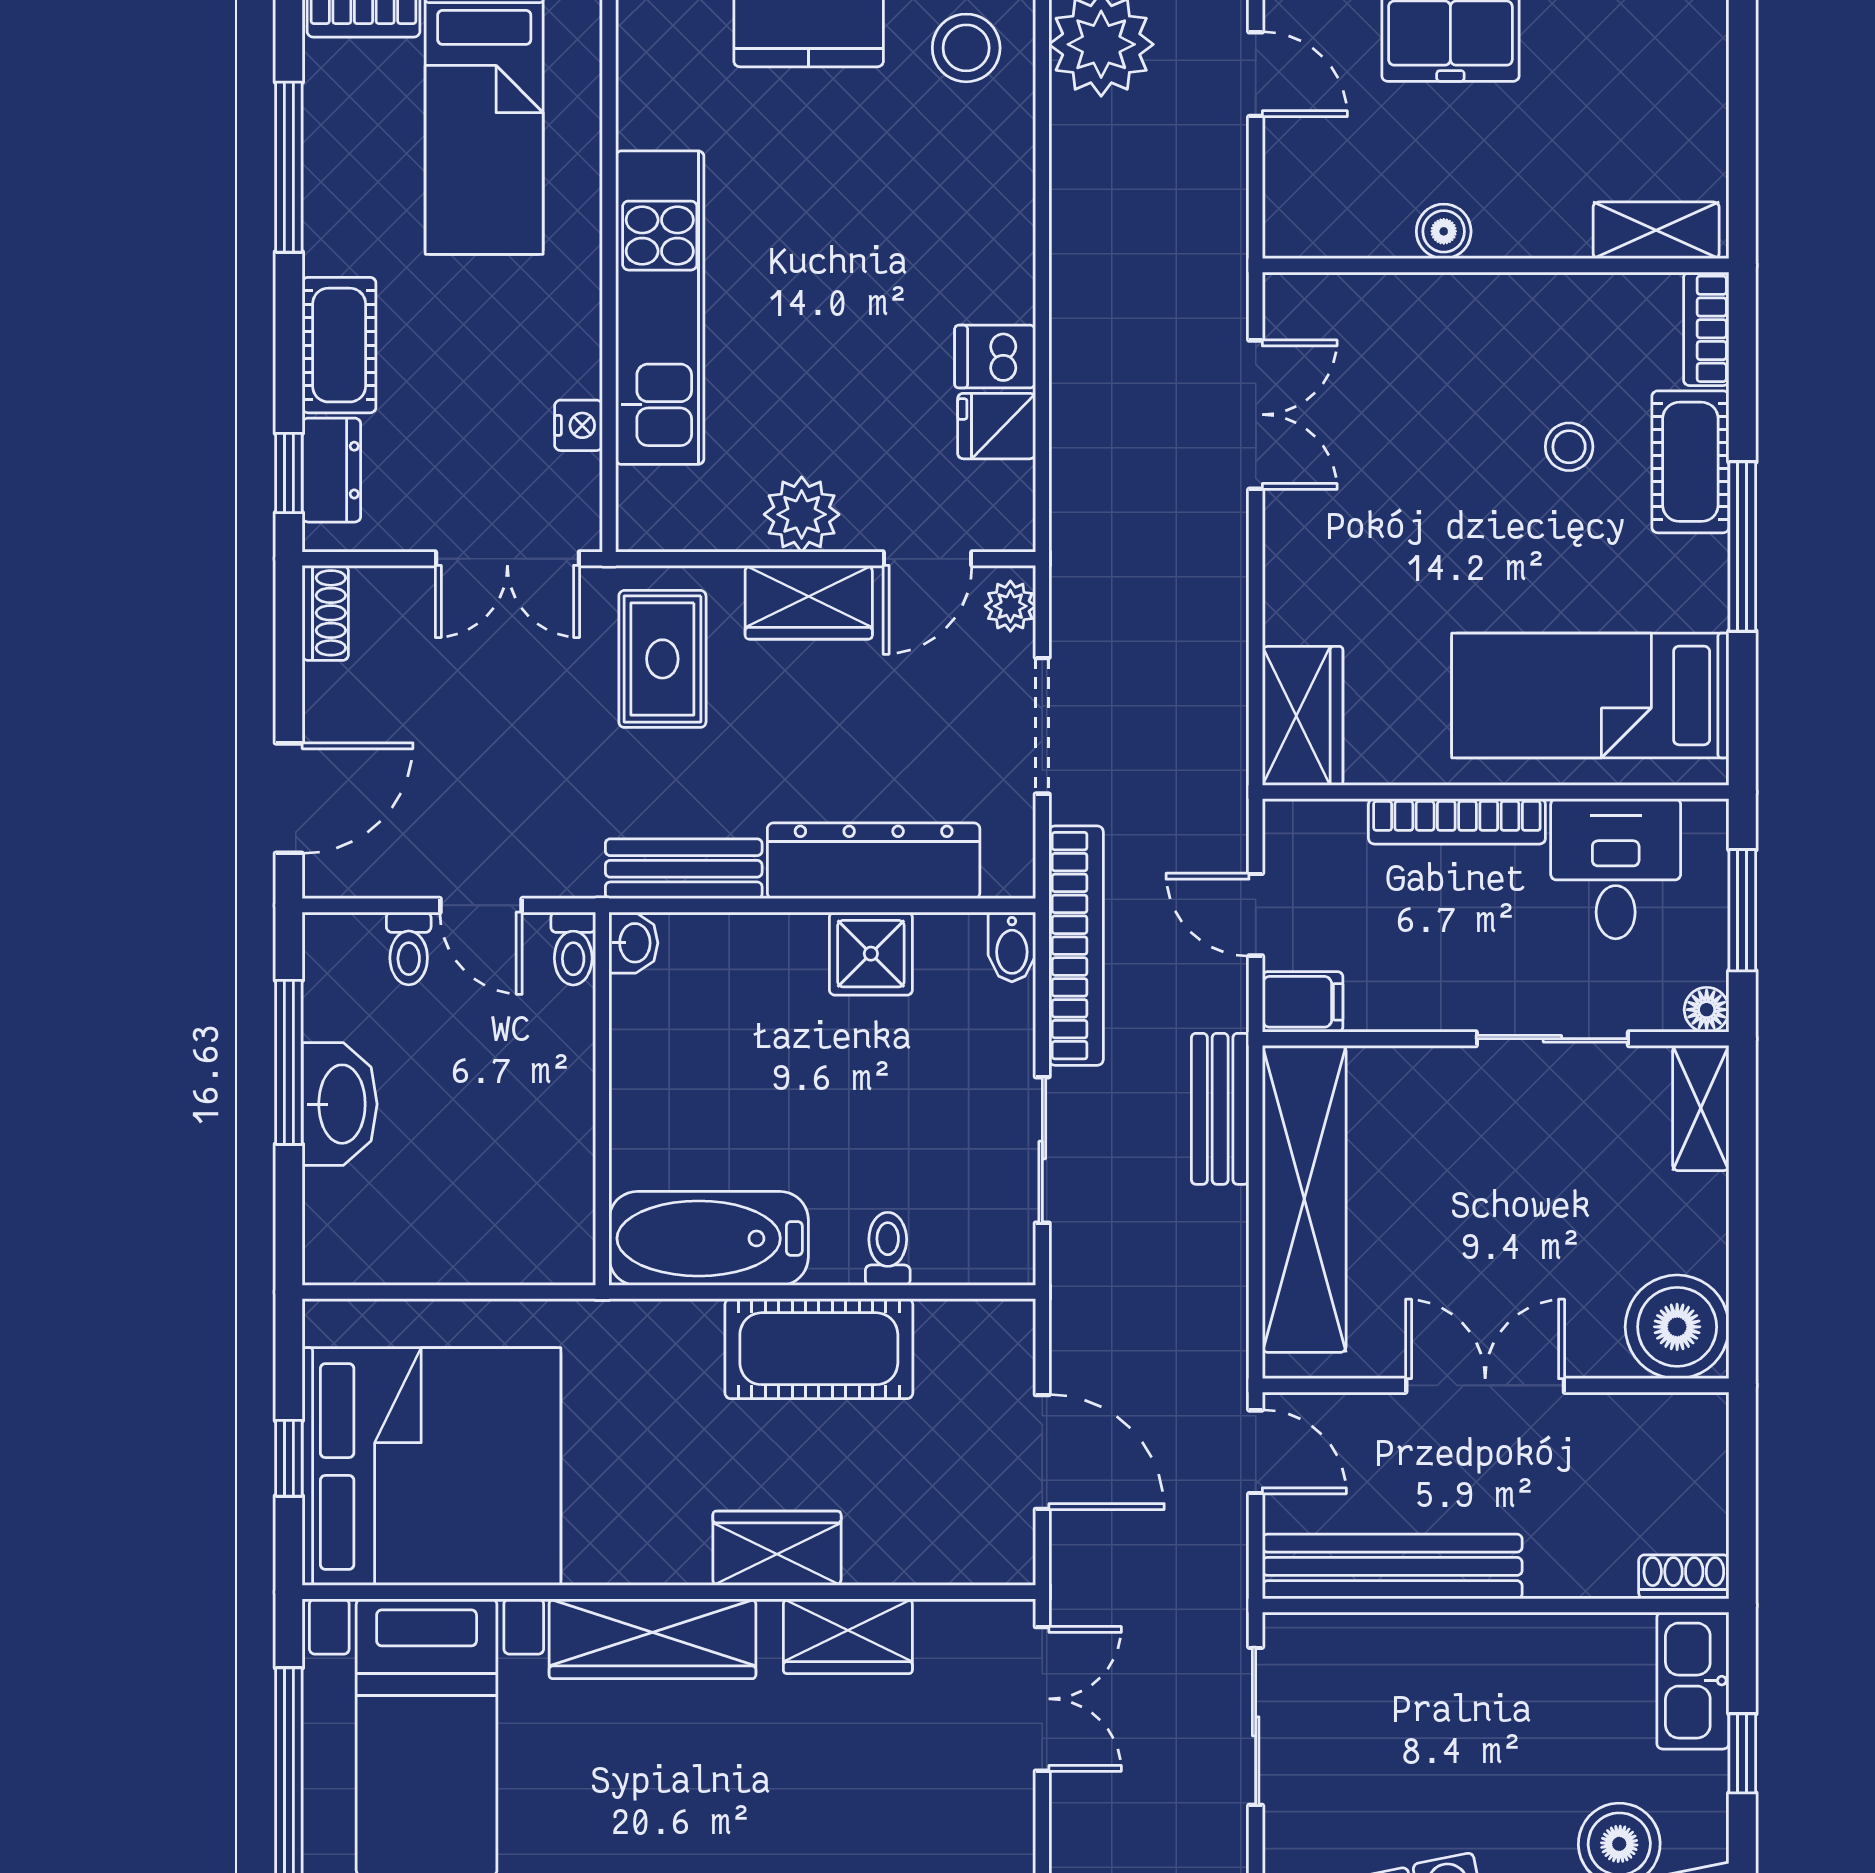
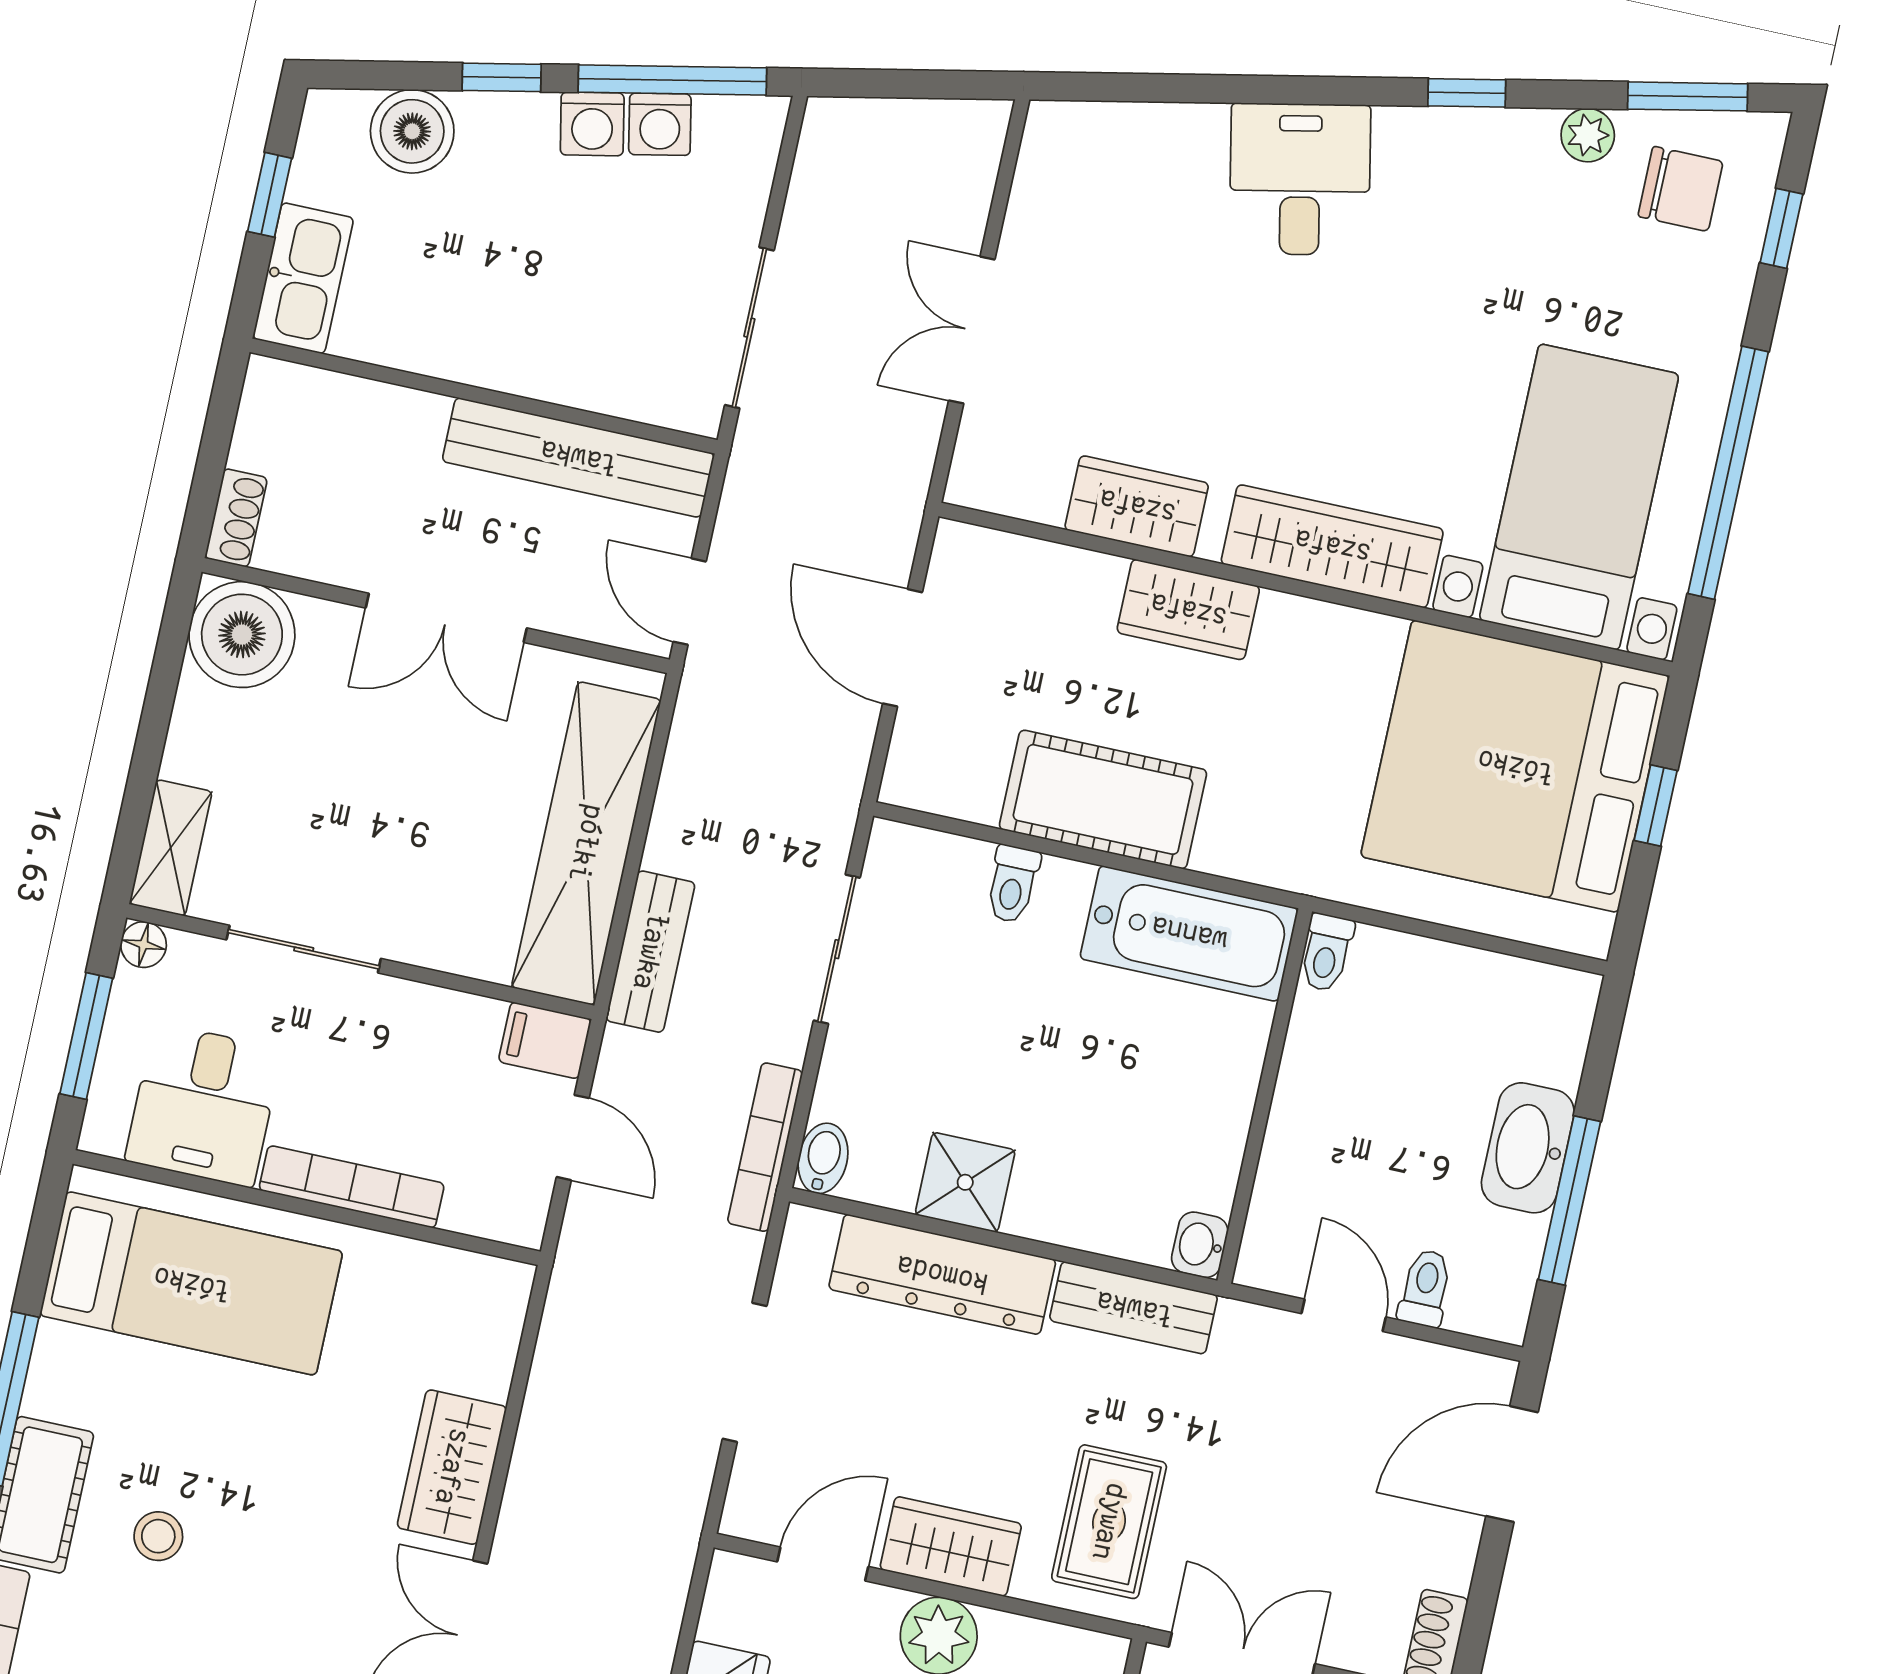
plant: (1010, 606) -> (750, 1499), removed
wardrobe: (1303, 716) -> (452, 1467), moved
bookcase: (1076, 946) -> (765, 1147), width x0.68, depth x0.76
toilet: (573, 949) -> (1326, 952), moved, turned 180
shoe rack: (1684, 1577) -> (236, 518), moved, turned -90
double door: (1042, 1699) -> (972, 330), moved

